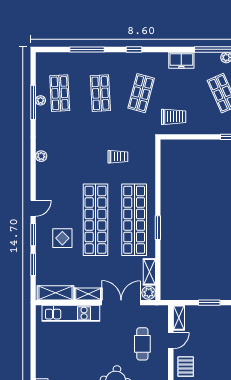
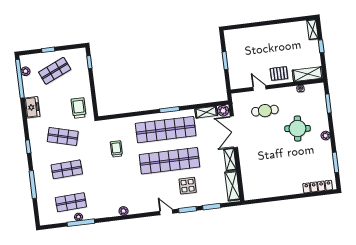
kitchen unit: (71, 313) -> (247, 171), removed
shelving: (179, 318) -> (240, 84), removed

